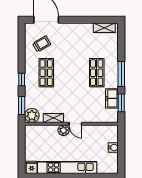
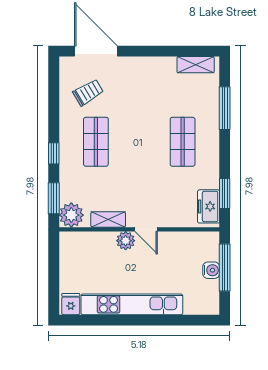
window: (121, 74) -> (225, 108), moved
freezer: (112, 98) -> (209, 206), moved
window: (121, 146) -> (225, 267), added

